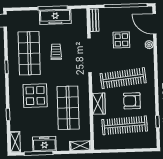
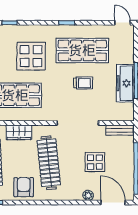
door: (154, 24) -> (113, 202), hinge flipped
armchair: (132, 101) -> (24, 187), moved

